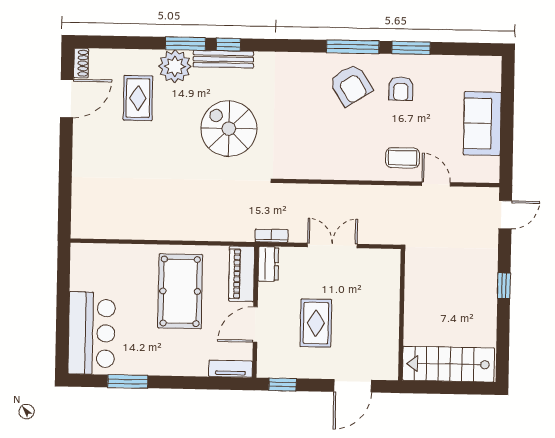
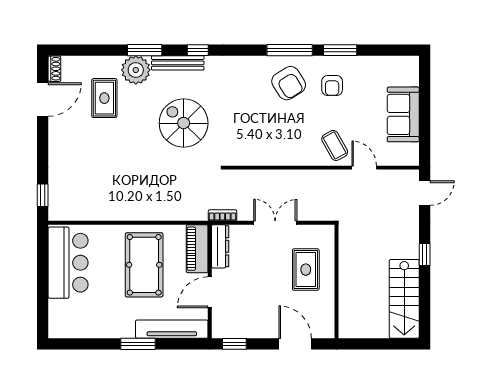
window: (228, 44) -> (198, 50), moved
coffee table: (403, 158) -> (335, 145), turned 61
window: (65, 209) -> (43, 195), added
dresser: (268, 264) -> (220, 246), width x1.44
rug: (316, 323) -> (306, 270), moved
bar counter: (92, 333) -> (68, 263), moved
stairs: (448, 364) -> (404, 299), moved, turned -90
tv unit: (231, 369) -> (172, 329), width x1.92, depth x1.29
window: (128, 381) -> (138, 344), moved
door: (353, 386) -> (295, 344), swing flipped

